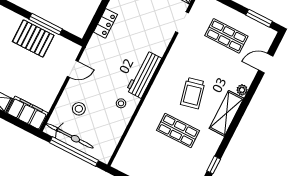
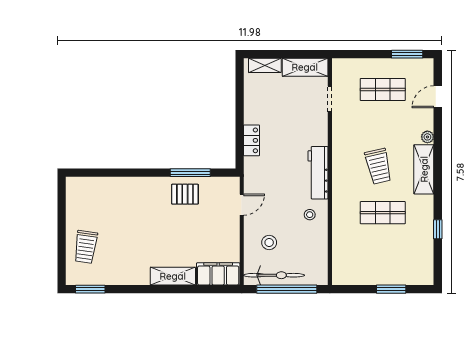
pallet: (33, 38) -> (185, 194), width x0.67, depth x0.71

